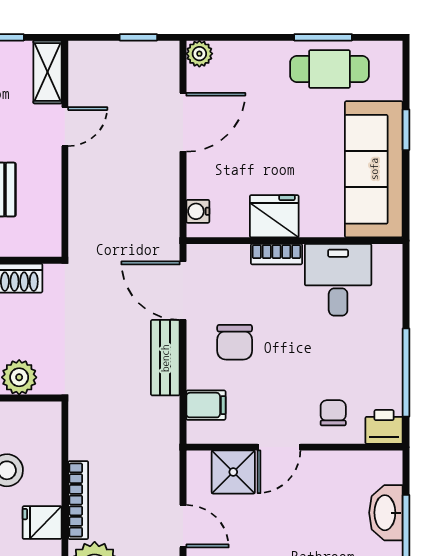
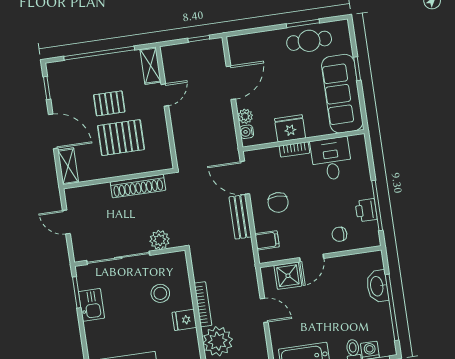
plant: (199, 54) -> (245, 116), moved
chair: (333, 413) -> (339, 234), turned -90
printer: (384, 427) -> (366, 210), moved, turned -90

